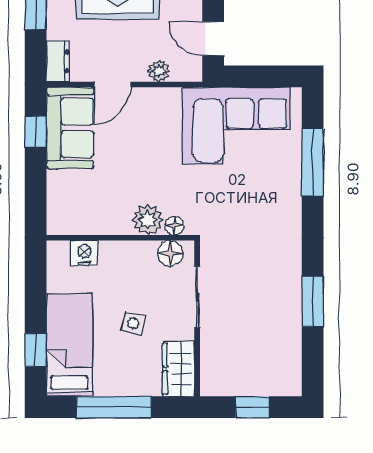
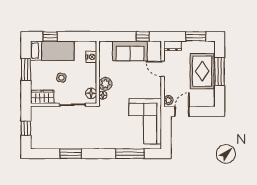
plant: (159, 71) -> (168, 100), moved
sofa: (70, 128) -> (130, 51), moved
window: (114, 407) -> (26, 70), width x0.69

